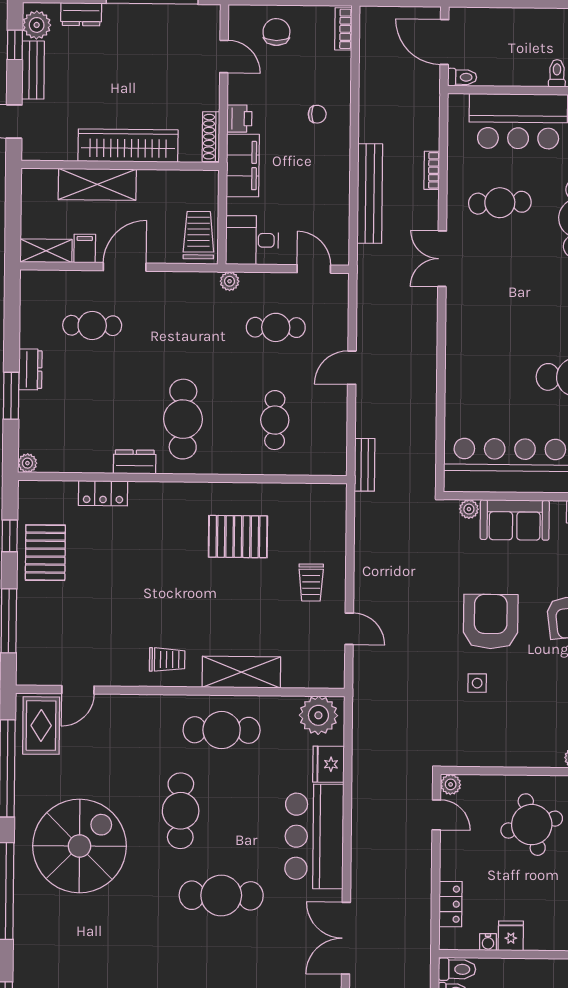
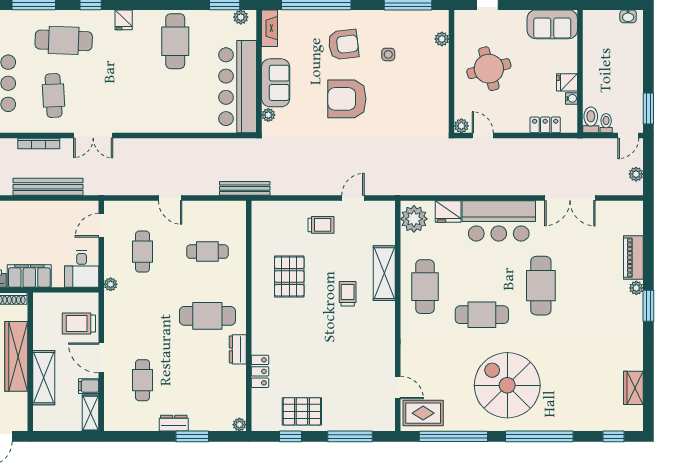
bookcase: (432, 170) -> (39, 143), width x1.56
trolley: (198, 235) -> (79, 324), moved
bench: (365, 465) -> (245, 188), width x1.36
trolley: (167, 660) -> (348, 294), moved
side table: (477, 683) -> (388, 54), moved
door: (436, 815) -> (483, 136), hinge flipped

